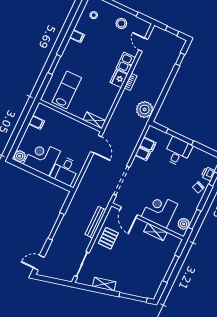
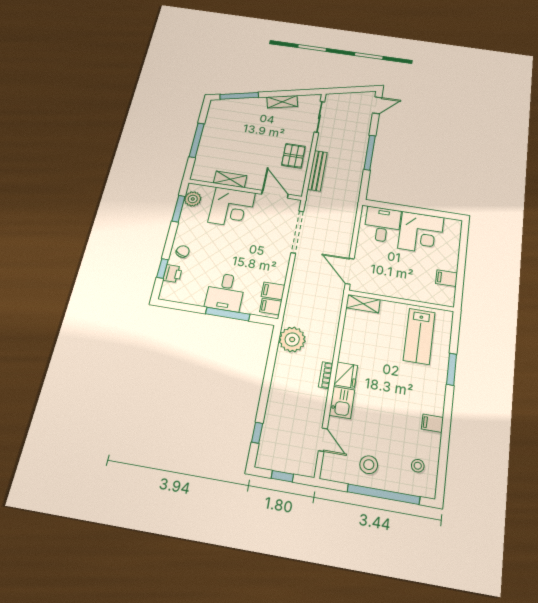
filing cabinet: (143, 154) -> (271, 307), moved
plant: (20, 156) -> (453, 227), removed

